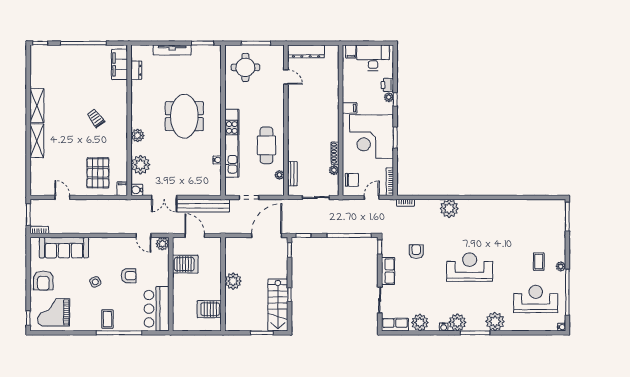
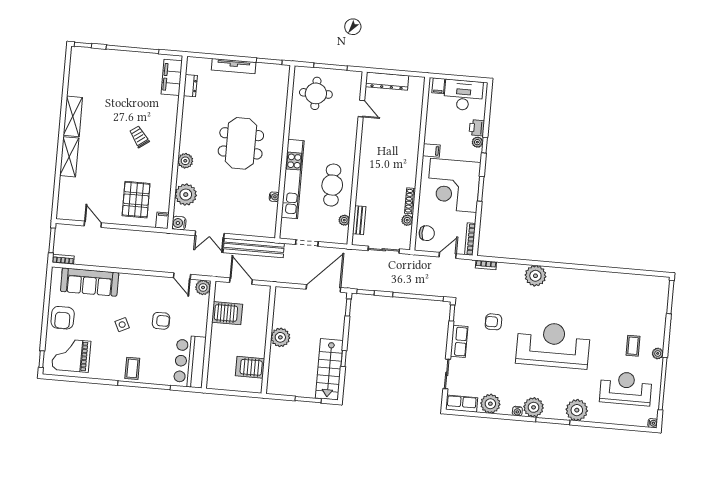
armchair: (416, 252) -> (493, 322), turned -90
reception desk: (470, 267) -> (553, 345), width x1.36, depth x1.30

